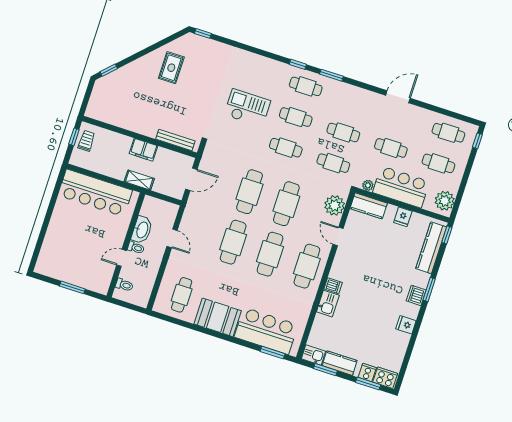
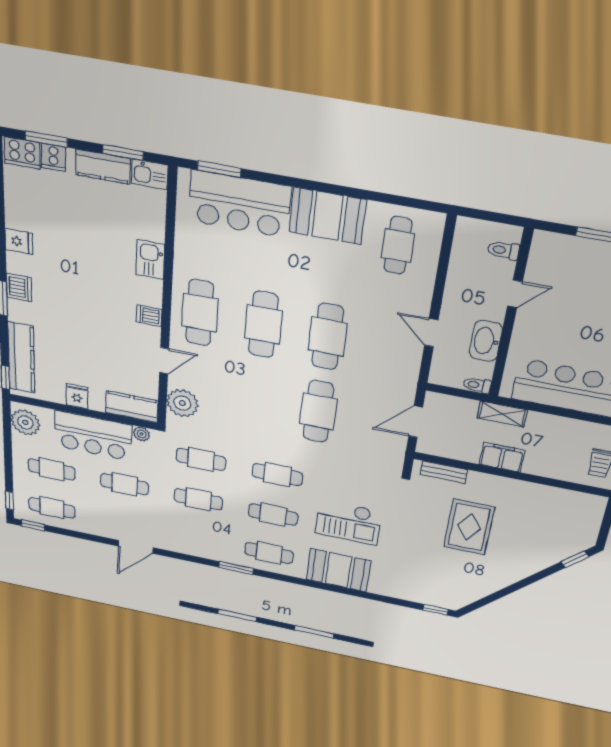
window: (298, 64) -> (33, 525), moved
rug: (171, 68) -> (469, 527), moved, width x1.36, depth x1.43
booth: (262, 70) -> (338, 570), added
bench: (175, 140) -> (444, 472), width x0.73
cafe table: (286, 204) -> (256, 399), removed
door: (338, 236) -> (164, 361), hinge flipped
toilet: (136, 248) -> (477, 385), moved
dishwasher: (333, 286) -> (149, 316), moved

